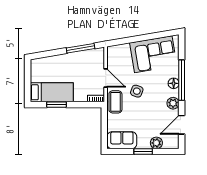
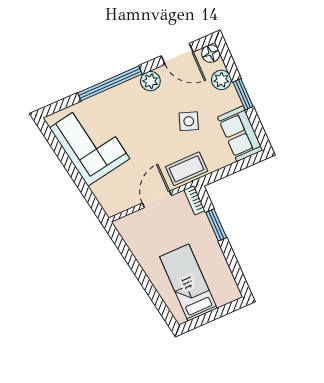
window: (81, 48) -> (129, 257), removed
floor lamp: (174, 83) -> (211, 54), moved
side table: (137, 91) -> (189, 121), moved
bed: (52, 92) -> (188, 283), moved
window: (56, 105) -> (216, 225), moved

